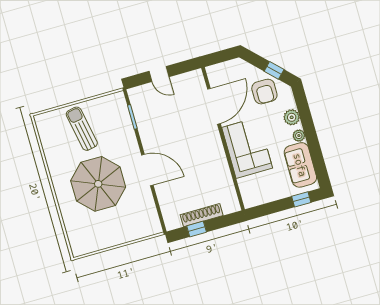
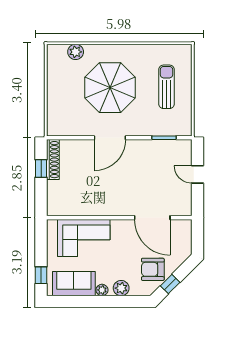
door: (159, 74) -> (198, 174), hinge flipped
sun lounger: (82, 129) -> (166, 87), turned -79
corner sofa: (247, 148) -> (84, 238), moved
shoe rack: (202, 215) -> (53, 160), moved
plant: (73, 228) -> (76, 52), added

